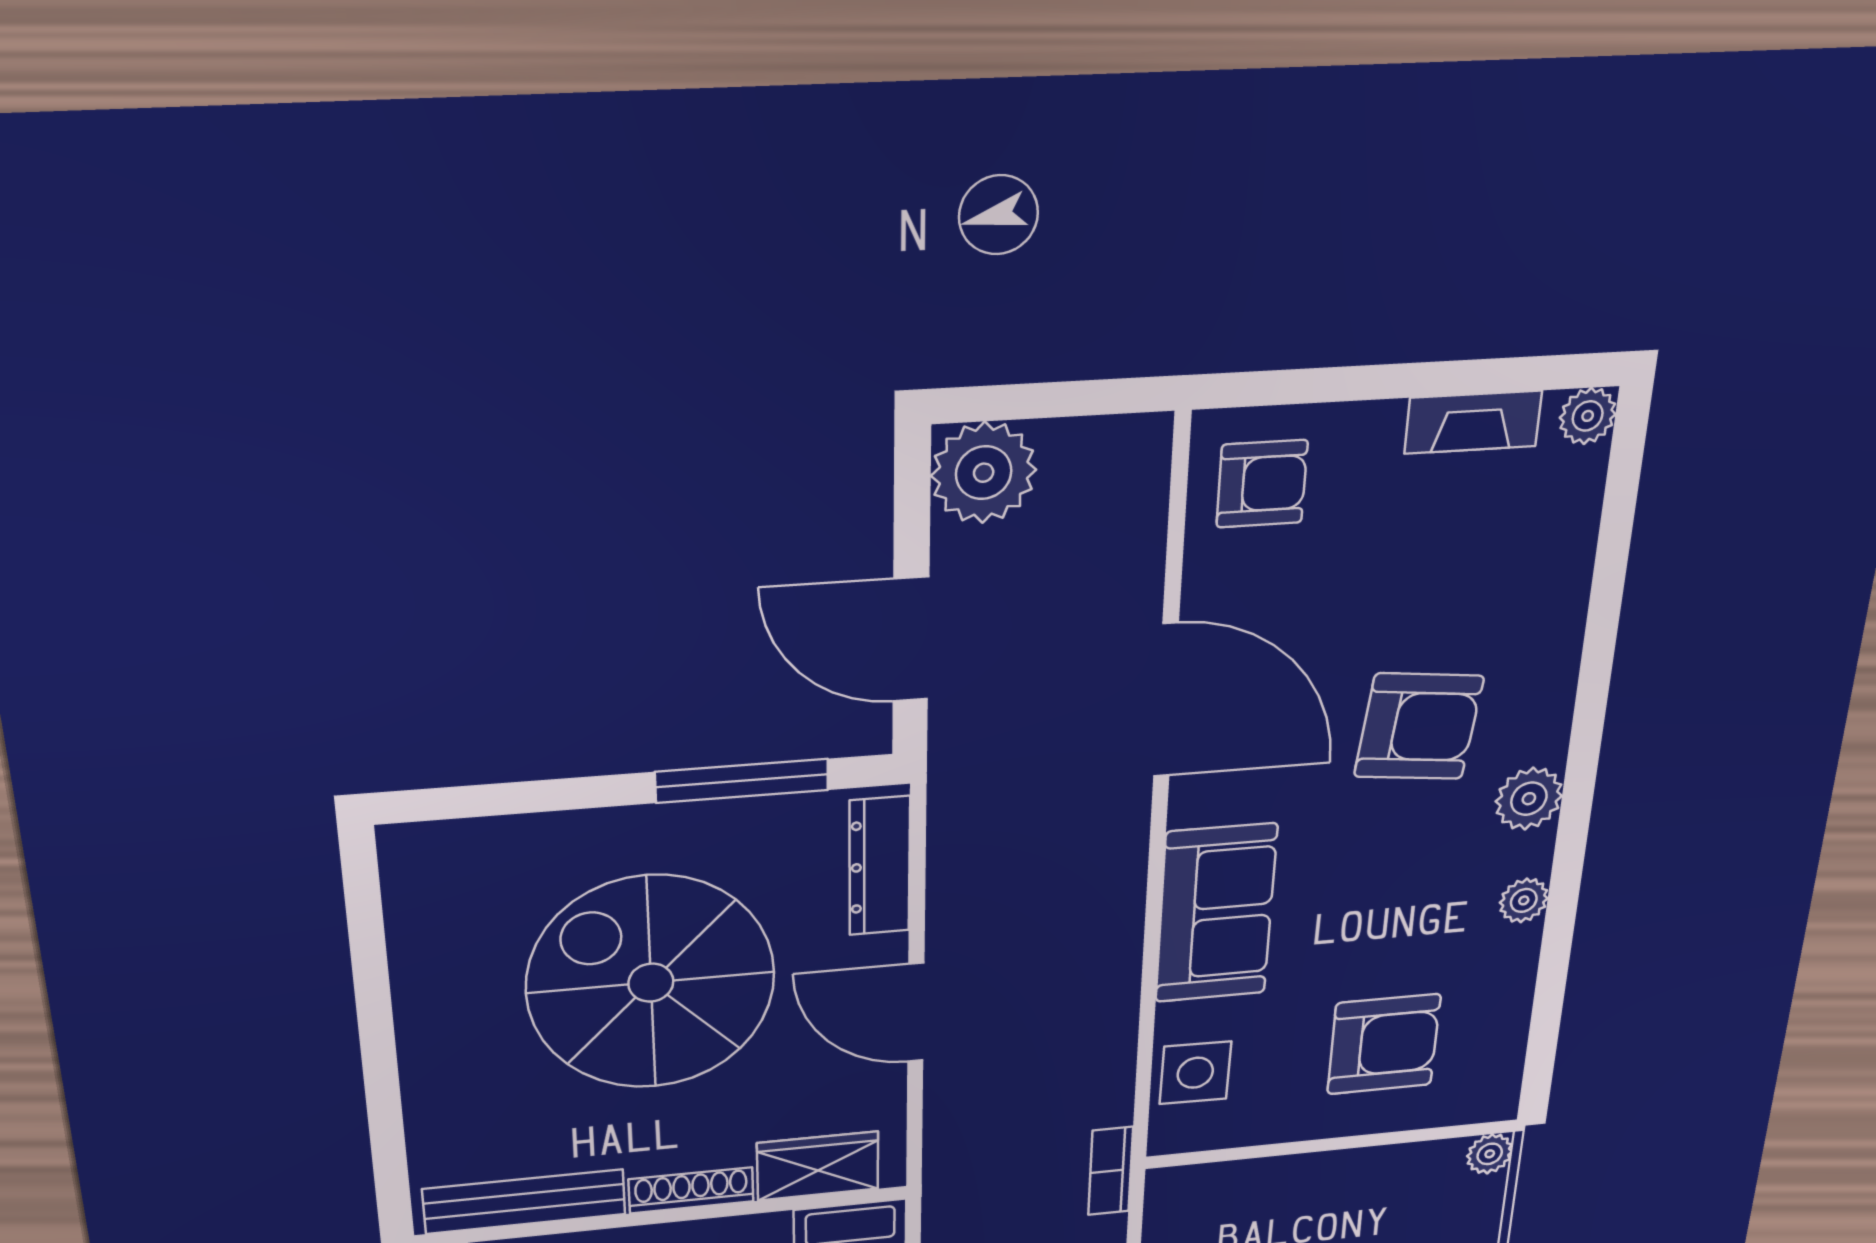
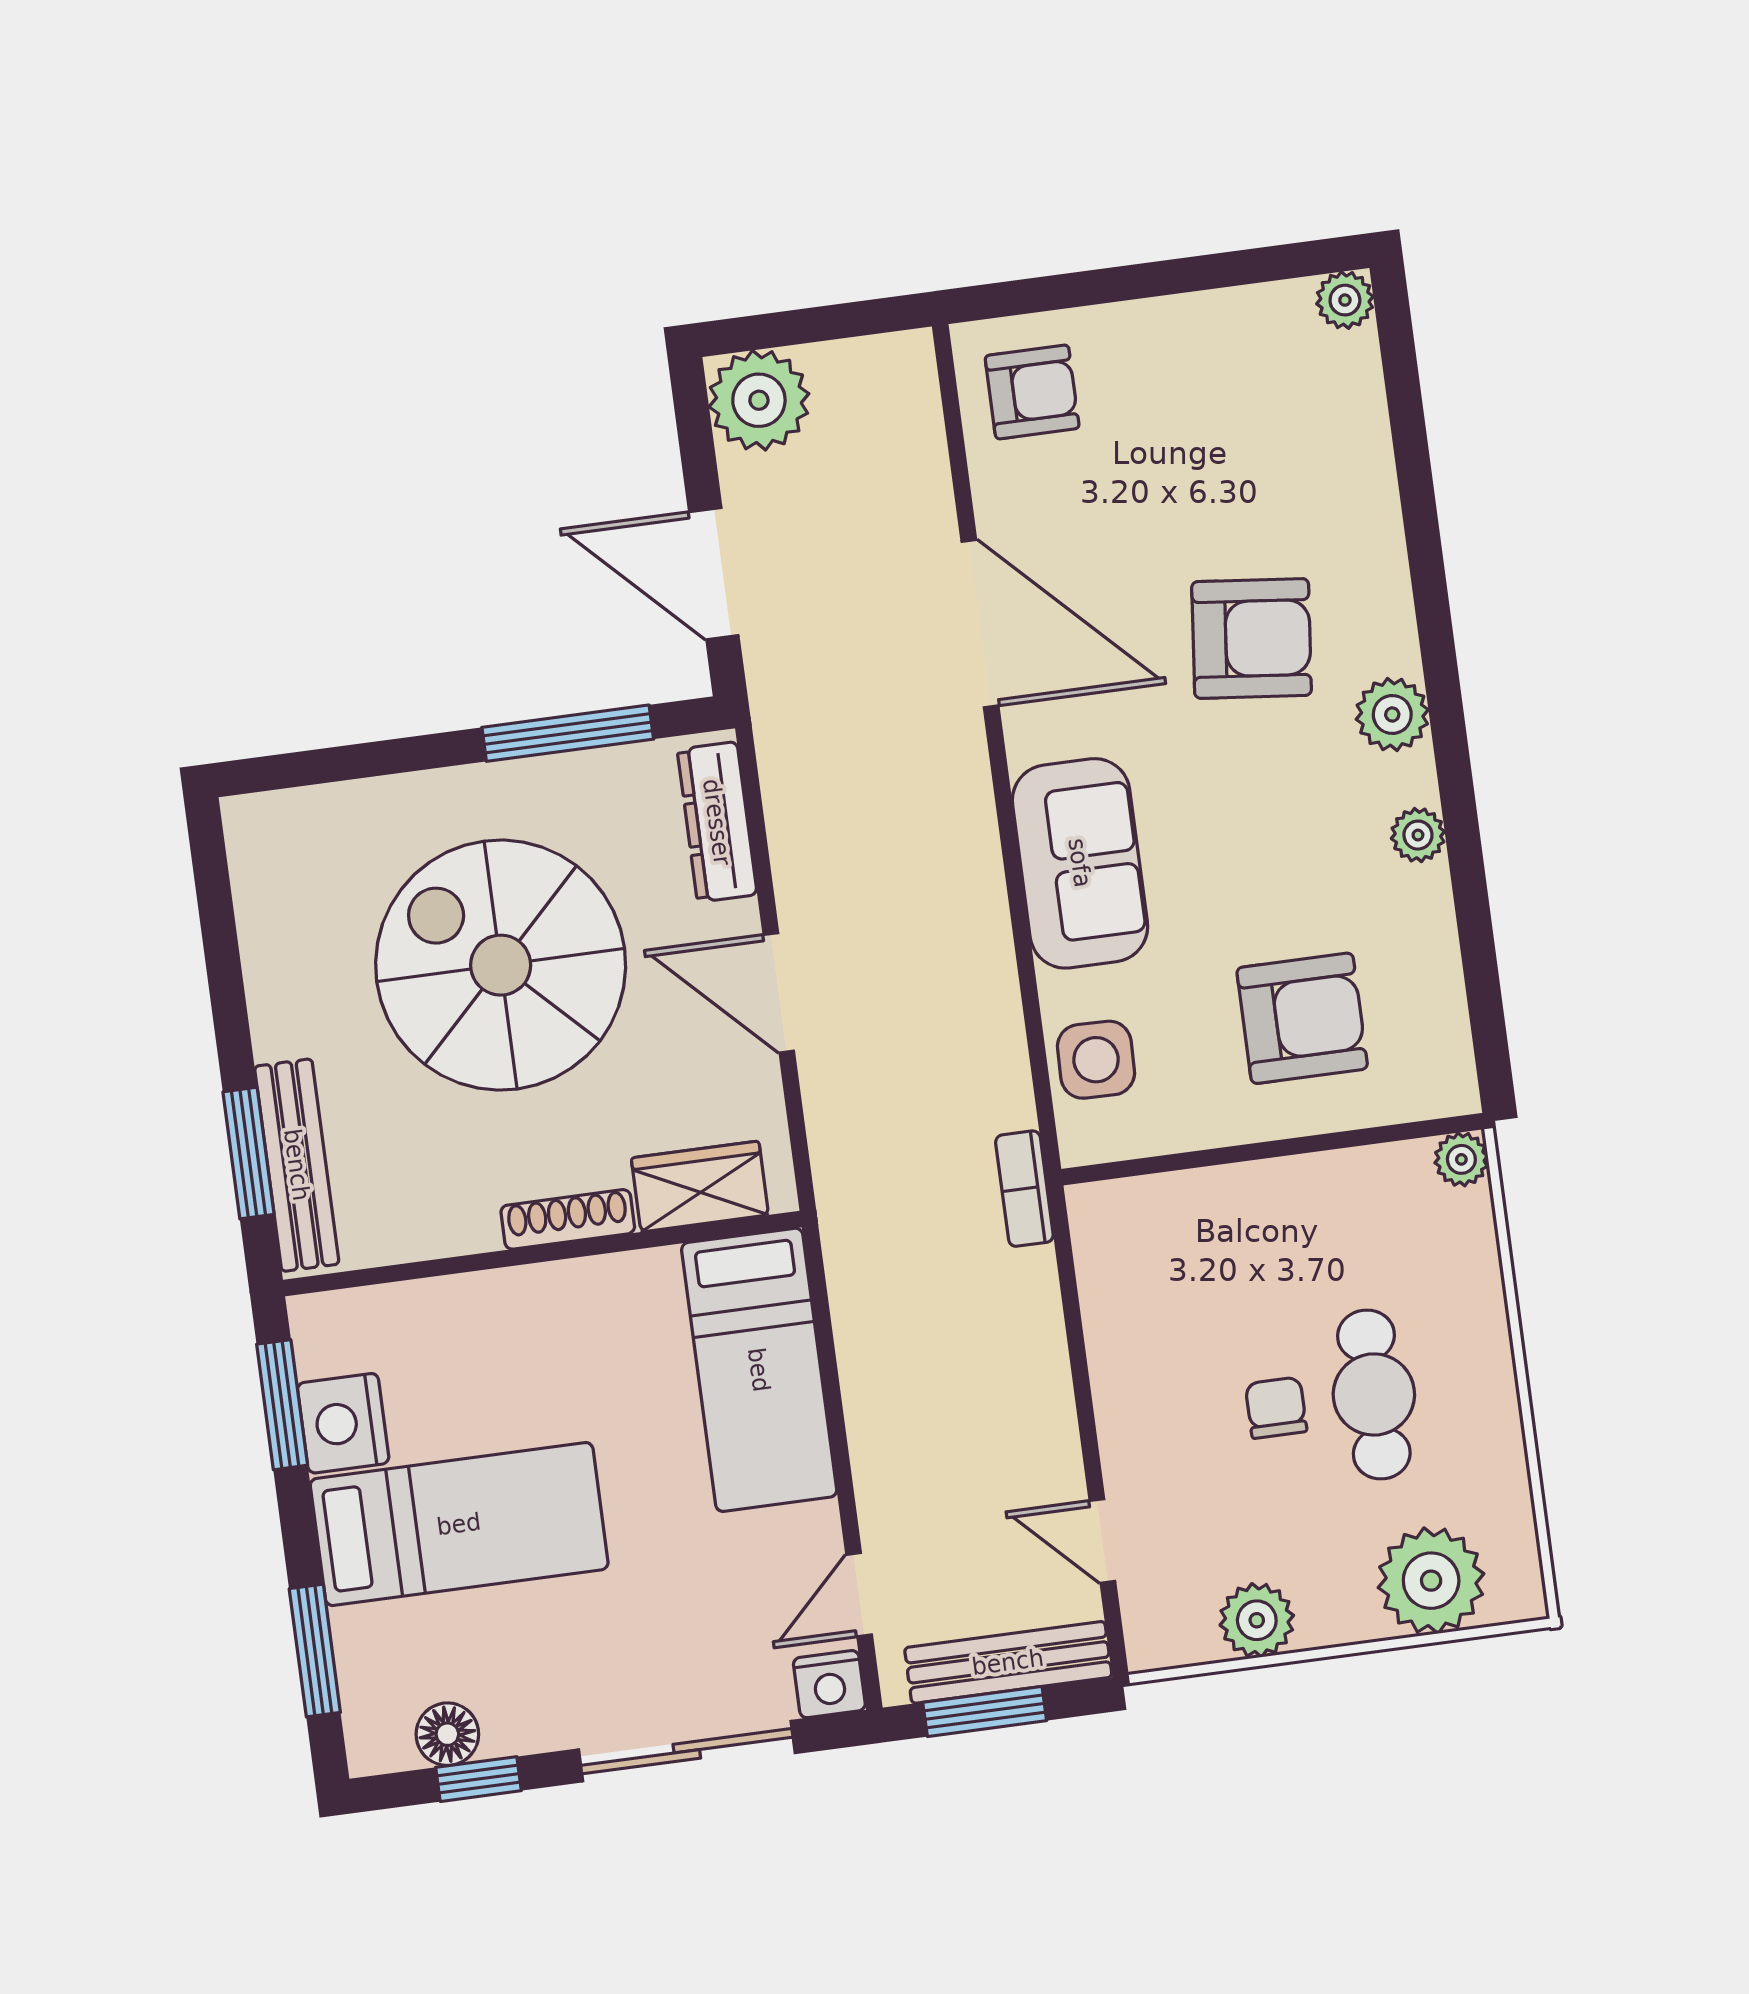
fireplace: (1473, 422) -> (1230, 315), removed
window: (387, 1134) -> (248, 1153), added
bench: (524, 1202) -> (297, 1165), moved, turned 90

